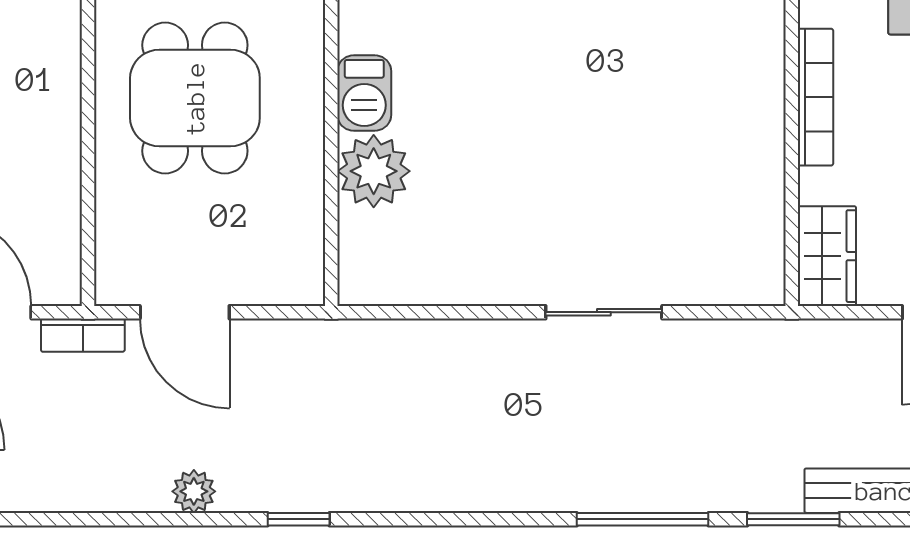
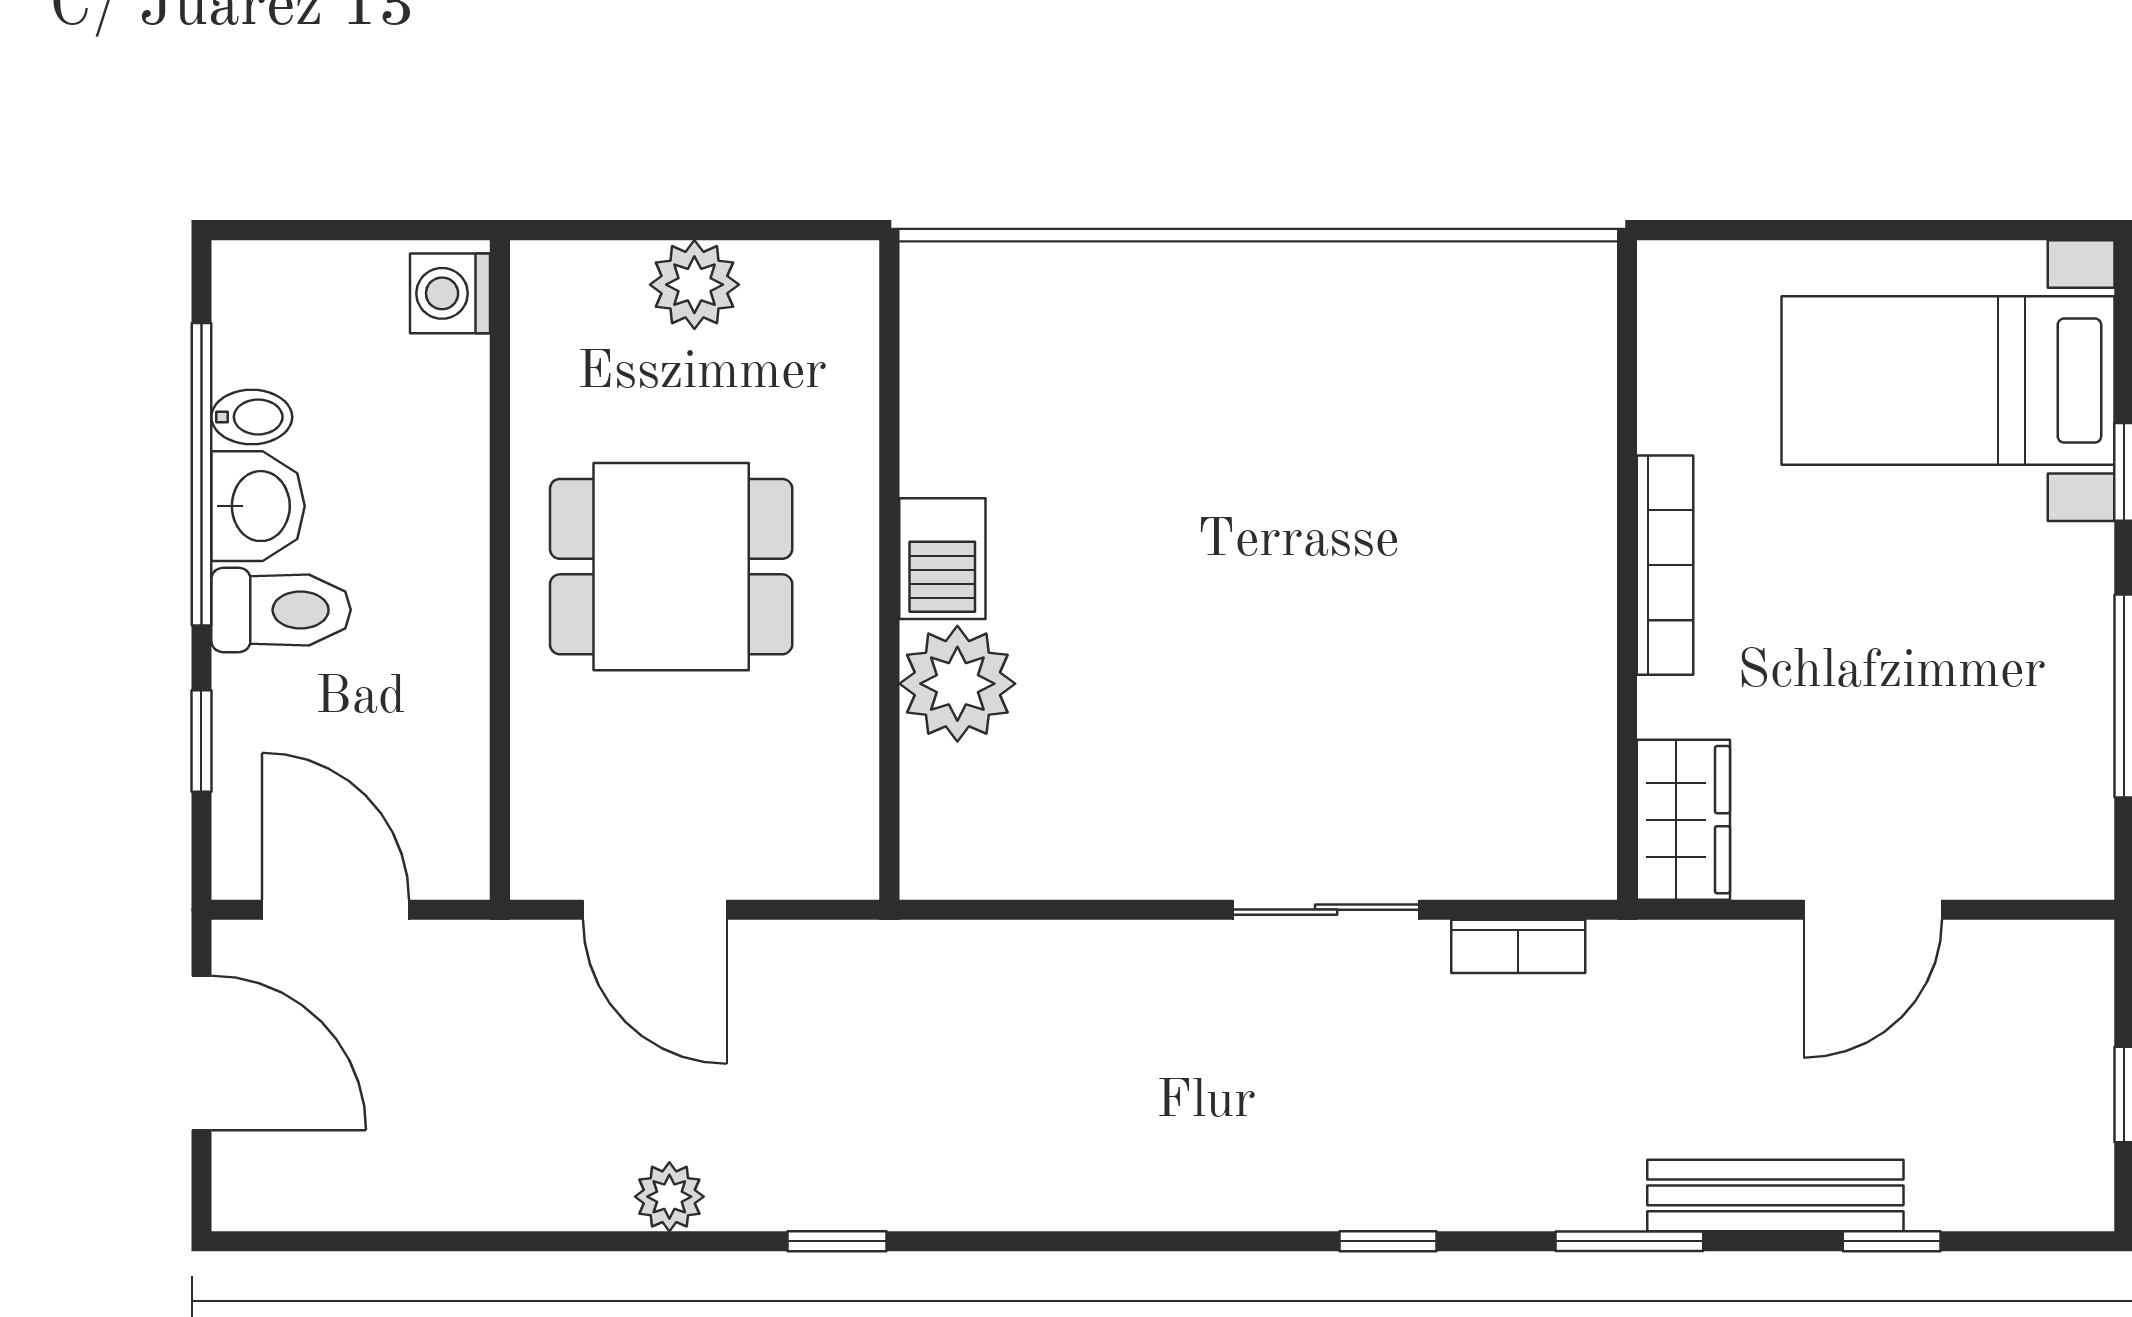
dining table: (195, 98) -> (671, 567), turned 90
bookcase: (83, 335) -> (1518, 946), moved
window: (643, 519) -> (1388, 1241), width x0.46

